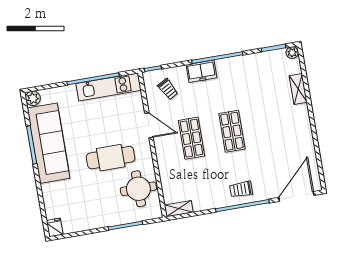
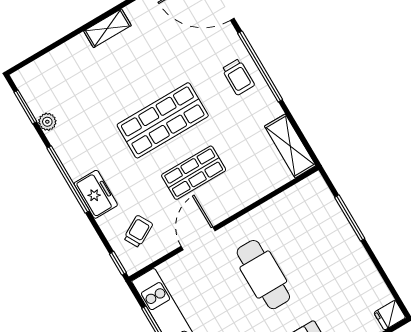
plant: (292, 53) -> (47, 122), moved
shelving: (298, 89) -> (107, 28), moved
shop shelf: (232, 131) -> (163, 120), width x1.43, depth x1.36
round table: (138, 189) -> (292, 219), removed
shelving: (179, 209) -> (290, 146), width x1.50, depth x1.33

